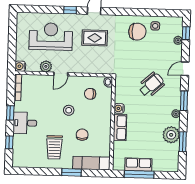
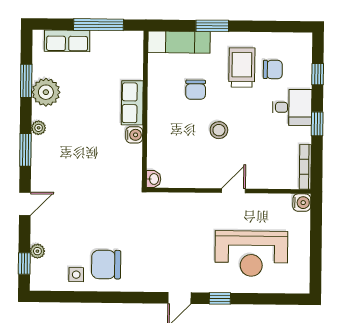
rug: (95, 38) -> (178, 253), removed
plant: (46, 66) -> (259, 203), removed
wheelchair: (151, 85) -> (81, 176), removed
chair: (90, 94) -> (273, 69), moved
row of seats: (138, 165) -> (67, 41), moved

